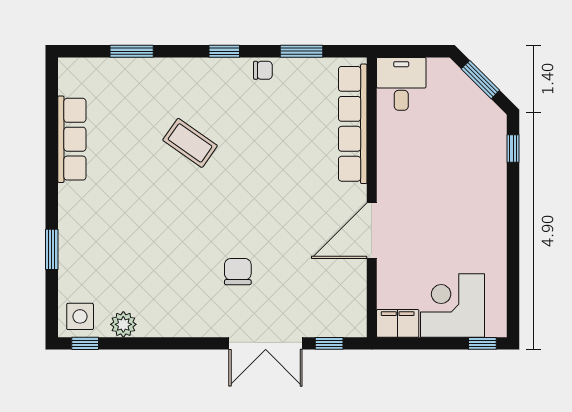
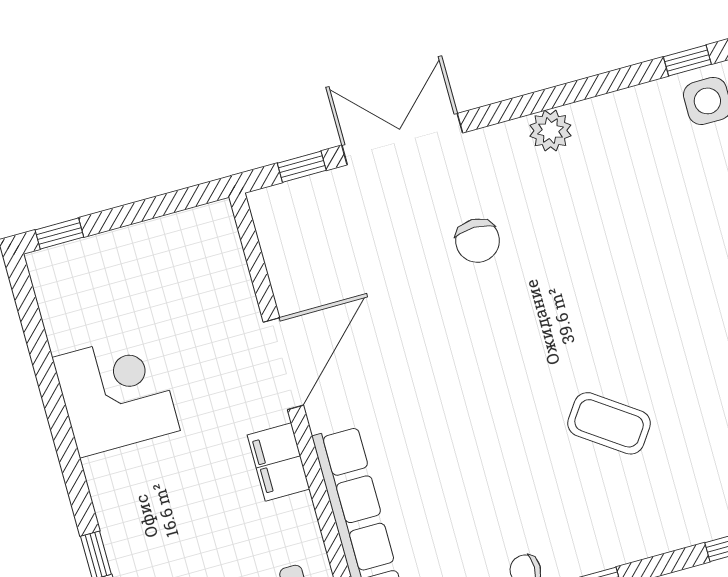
corner desk: (453, 306) -> (116, 394), moved, turned -90
filing cabinet: (398, 323) -> (278, 462), moved, turned 90
plant: (123, 324) -> (550, 131), moved

